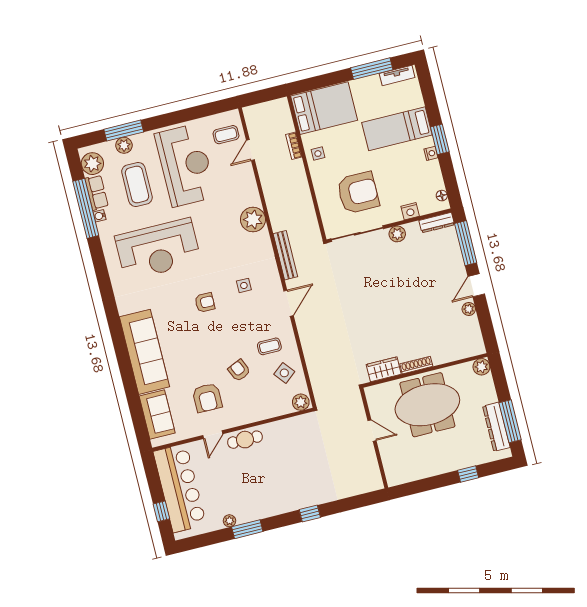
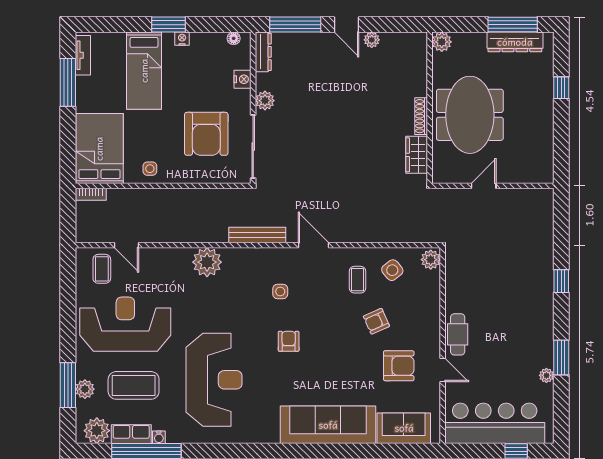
bookcase: (294, 146) -> (91, 194), moved
armchair: (358, 193) -> (206, 134), turned 180

